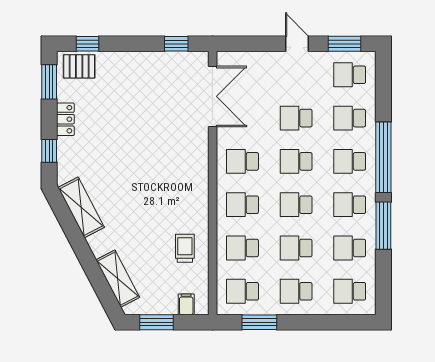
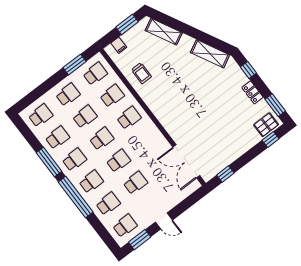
school desk: (243, 161) -> (146, 140), removed

